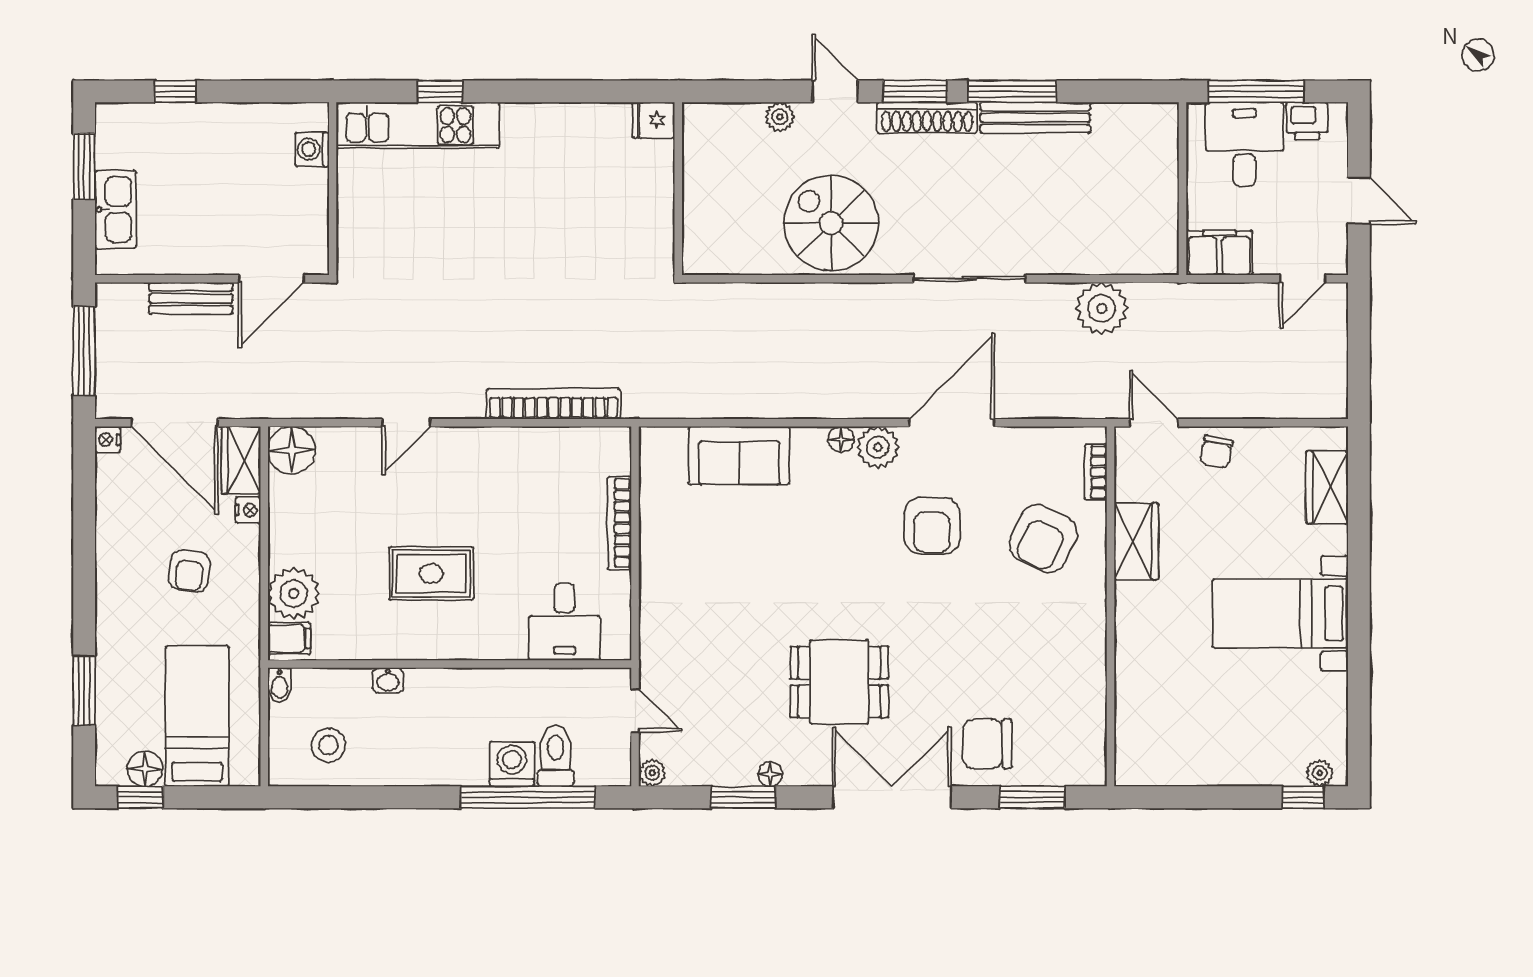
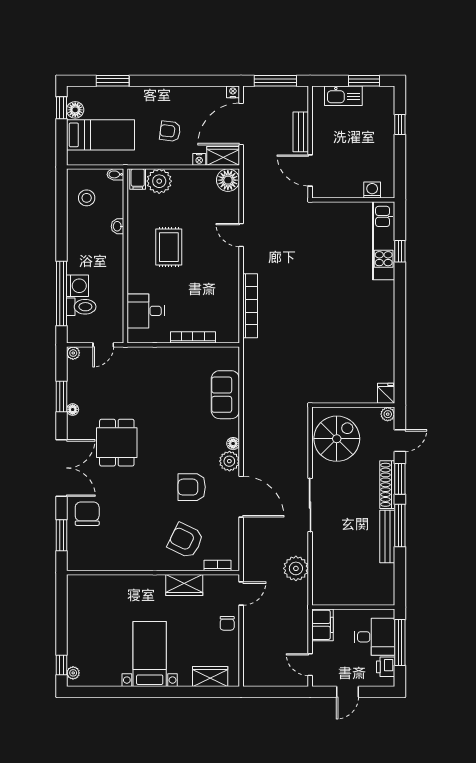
fridge: (653, 120) -> (386, 393), moved
wall: (678, 189) -> (353, 405), moved
chair: (1216, 452) -> (227, 623), turned -102

